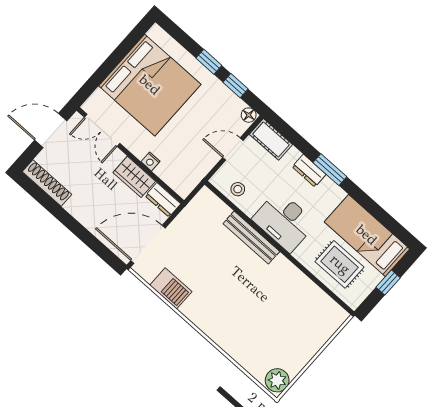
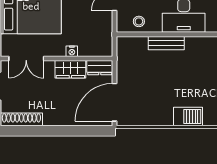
bench: (251, 238) -> (166, 43), width x0.73
barbecue: (171, 288) -> (188, 117), moved

